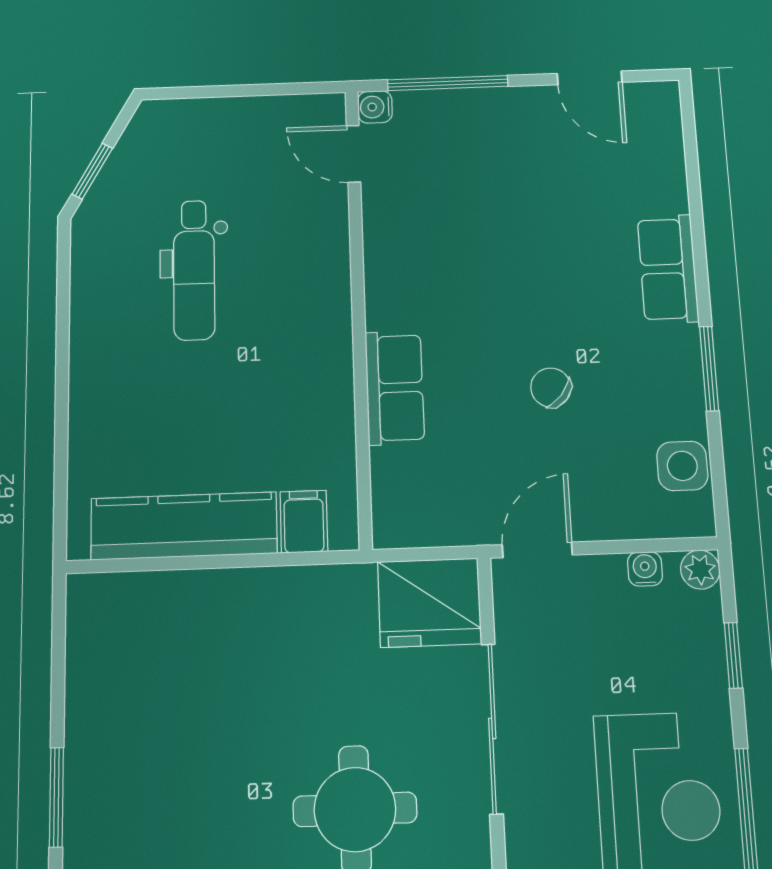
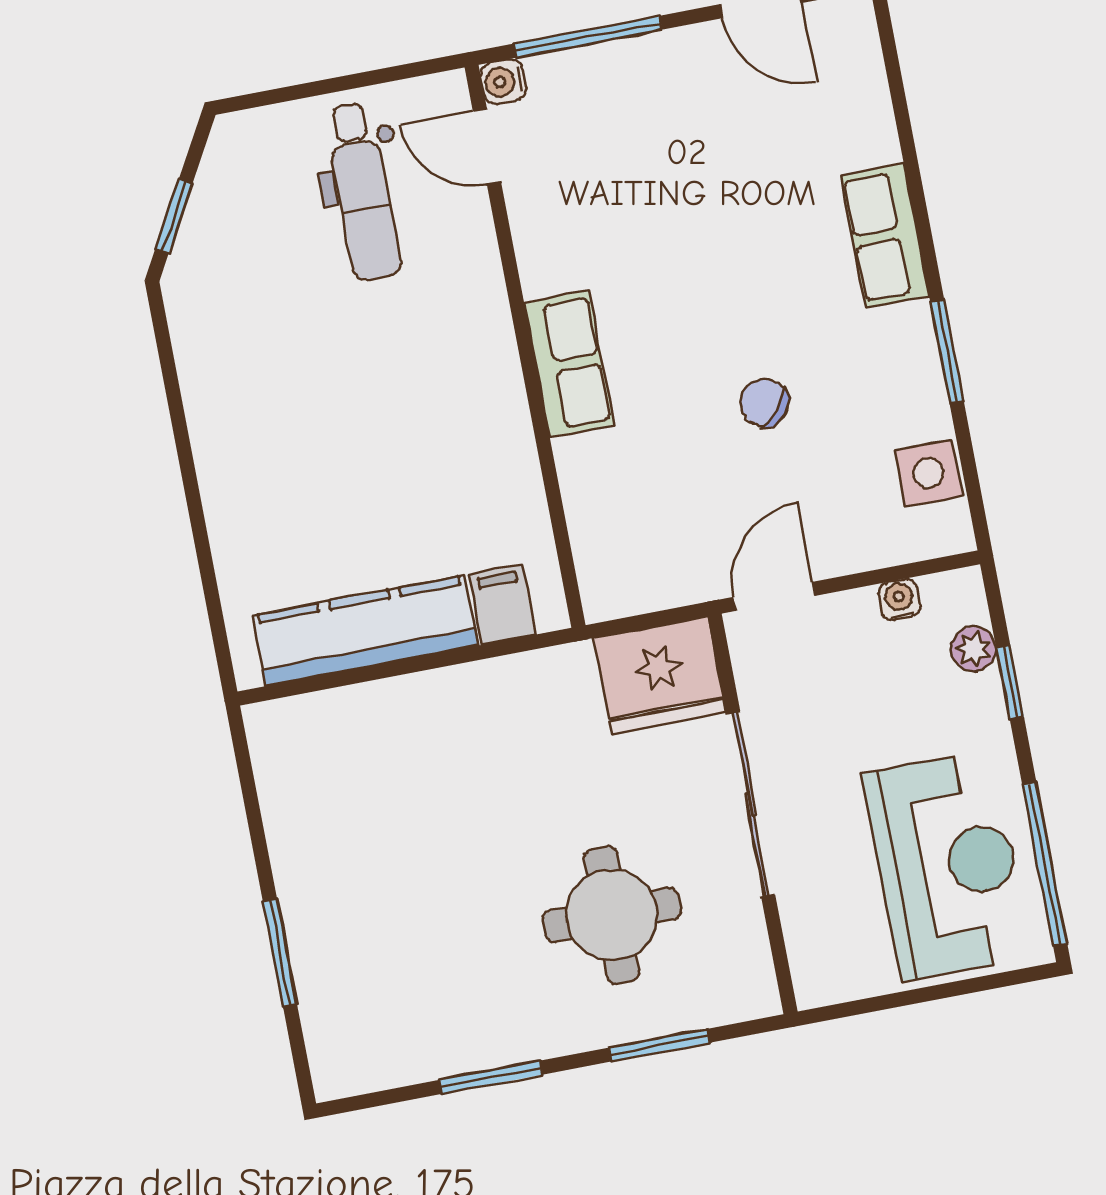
dental chair: (194, 270) -> (363, 192), moved
row of seats: (395, 388) -> (569, 364), moved
plant: (700, 570) -> (974, 649), moved

